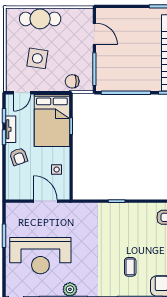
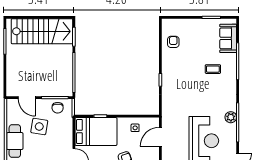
door: (94, 34) -> (27, 98), swing flipped
side table: (37, 58) -> (39, 127), moved
chair: (72, 81) -> (58, 108), moved

